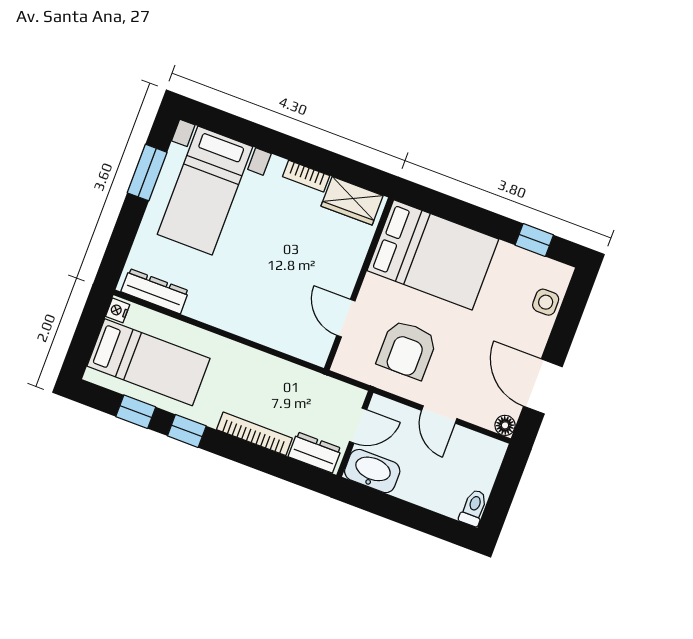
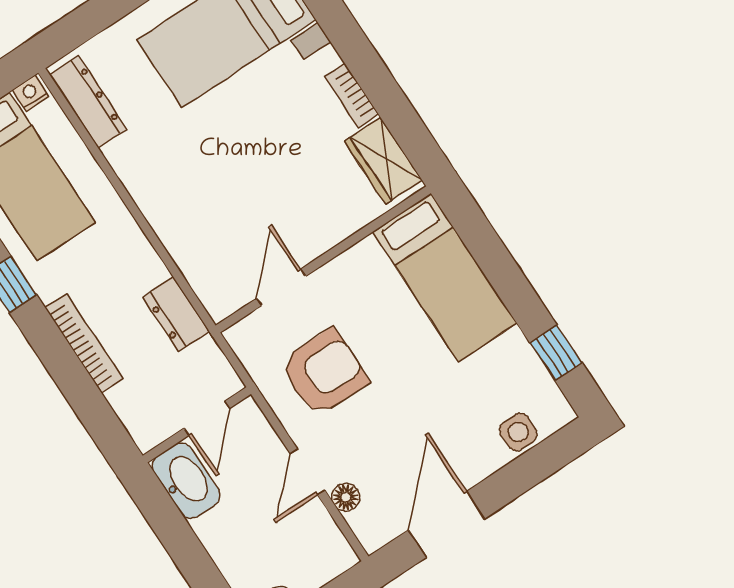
bed: (433, 255) -> (445, 277), width x0.67
armchair: (407, 349) -> (324, 372), turned 180
floor lamp: (505, 425) -> (346, 497), moved
door: (358, 426) -> (207, 418), hinge flipped
dresser: (315, 452) -> (176, 314), moved, turned 180

